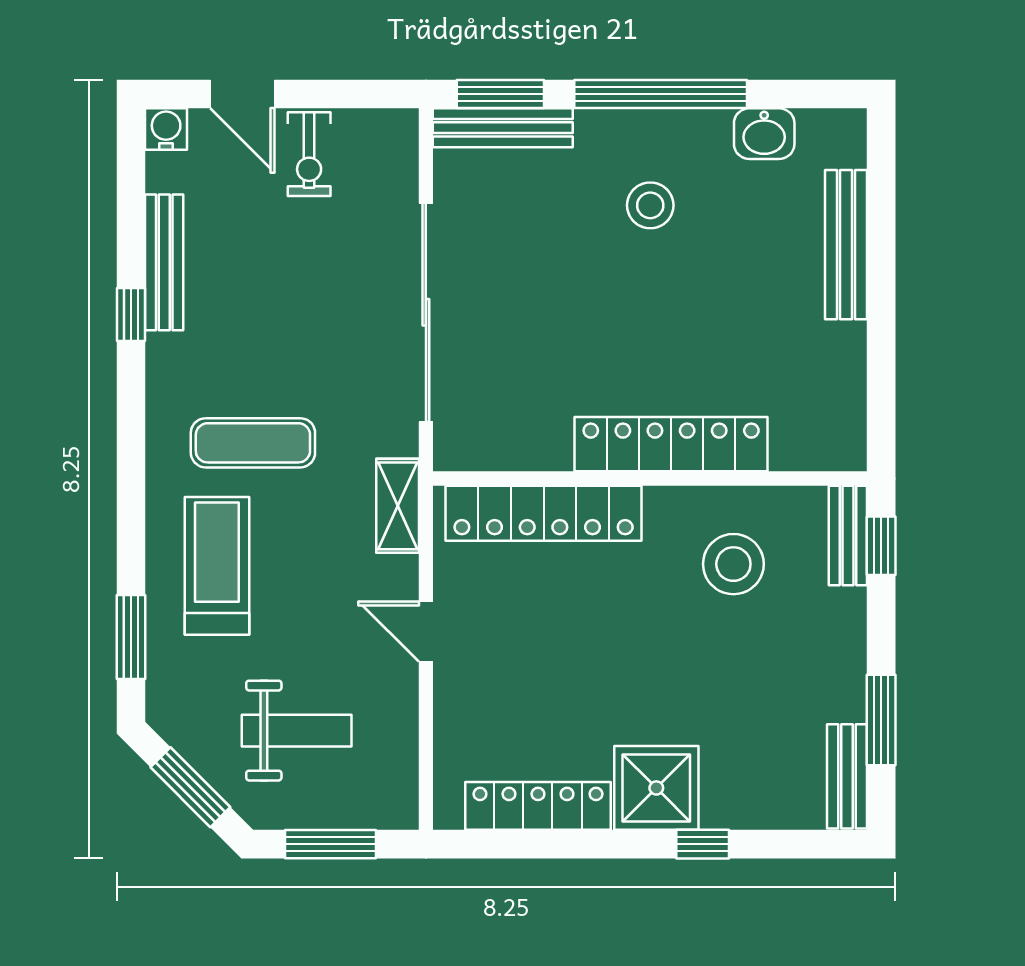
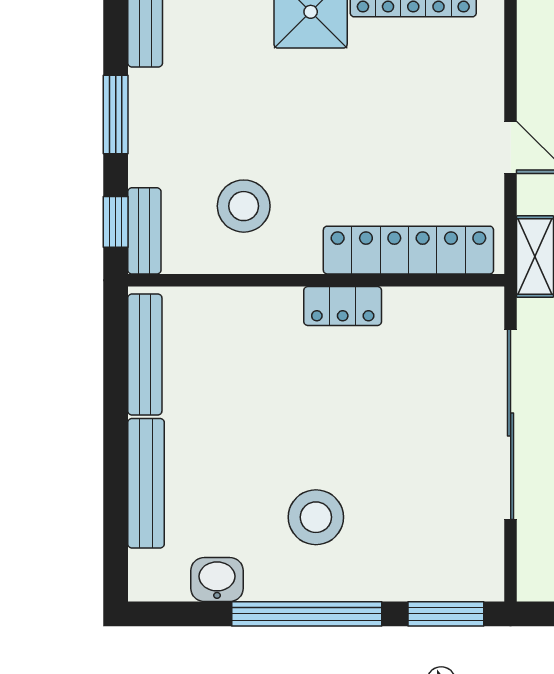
bench: (503, 128) -> (145, 354), moved, turned 90
stool: (650, 205) -> (316, 517), width x1.38, depth x1.38
locker: (671, 444) -> (343, 306), width x0.46, depth x0.83
window: (881, 720) -> (116, 114), moved

